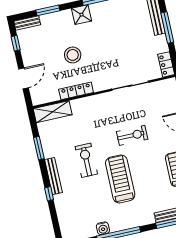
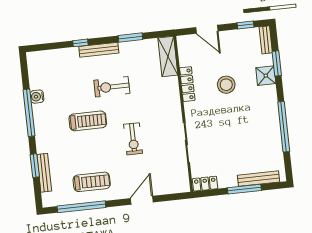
shower: (82, 15) -> (266, 76), moved
exercise bike: (86, 160) -> (112, 87), turned 180
treadmill: (120, 179) -> (88, 121), width x0.73, depth x0.73

